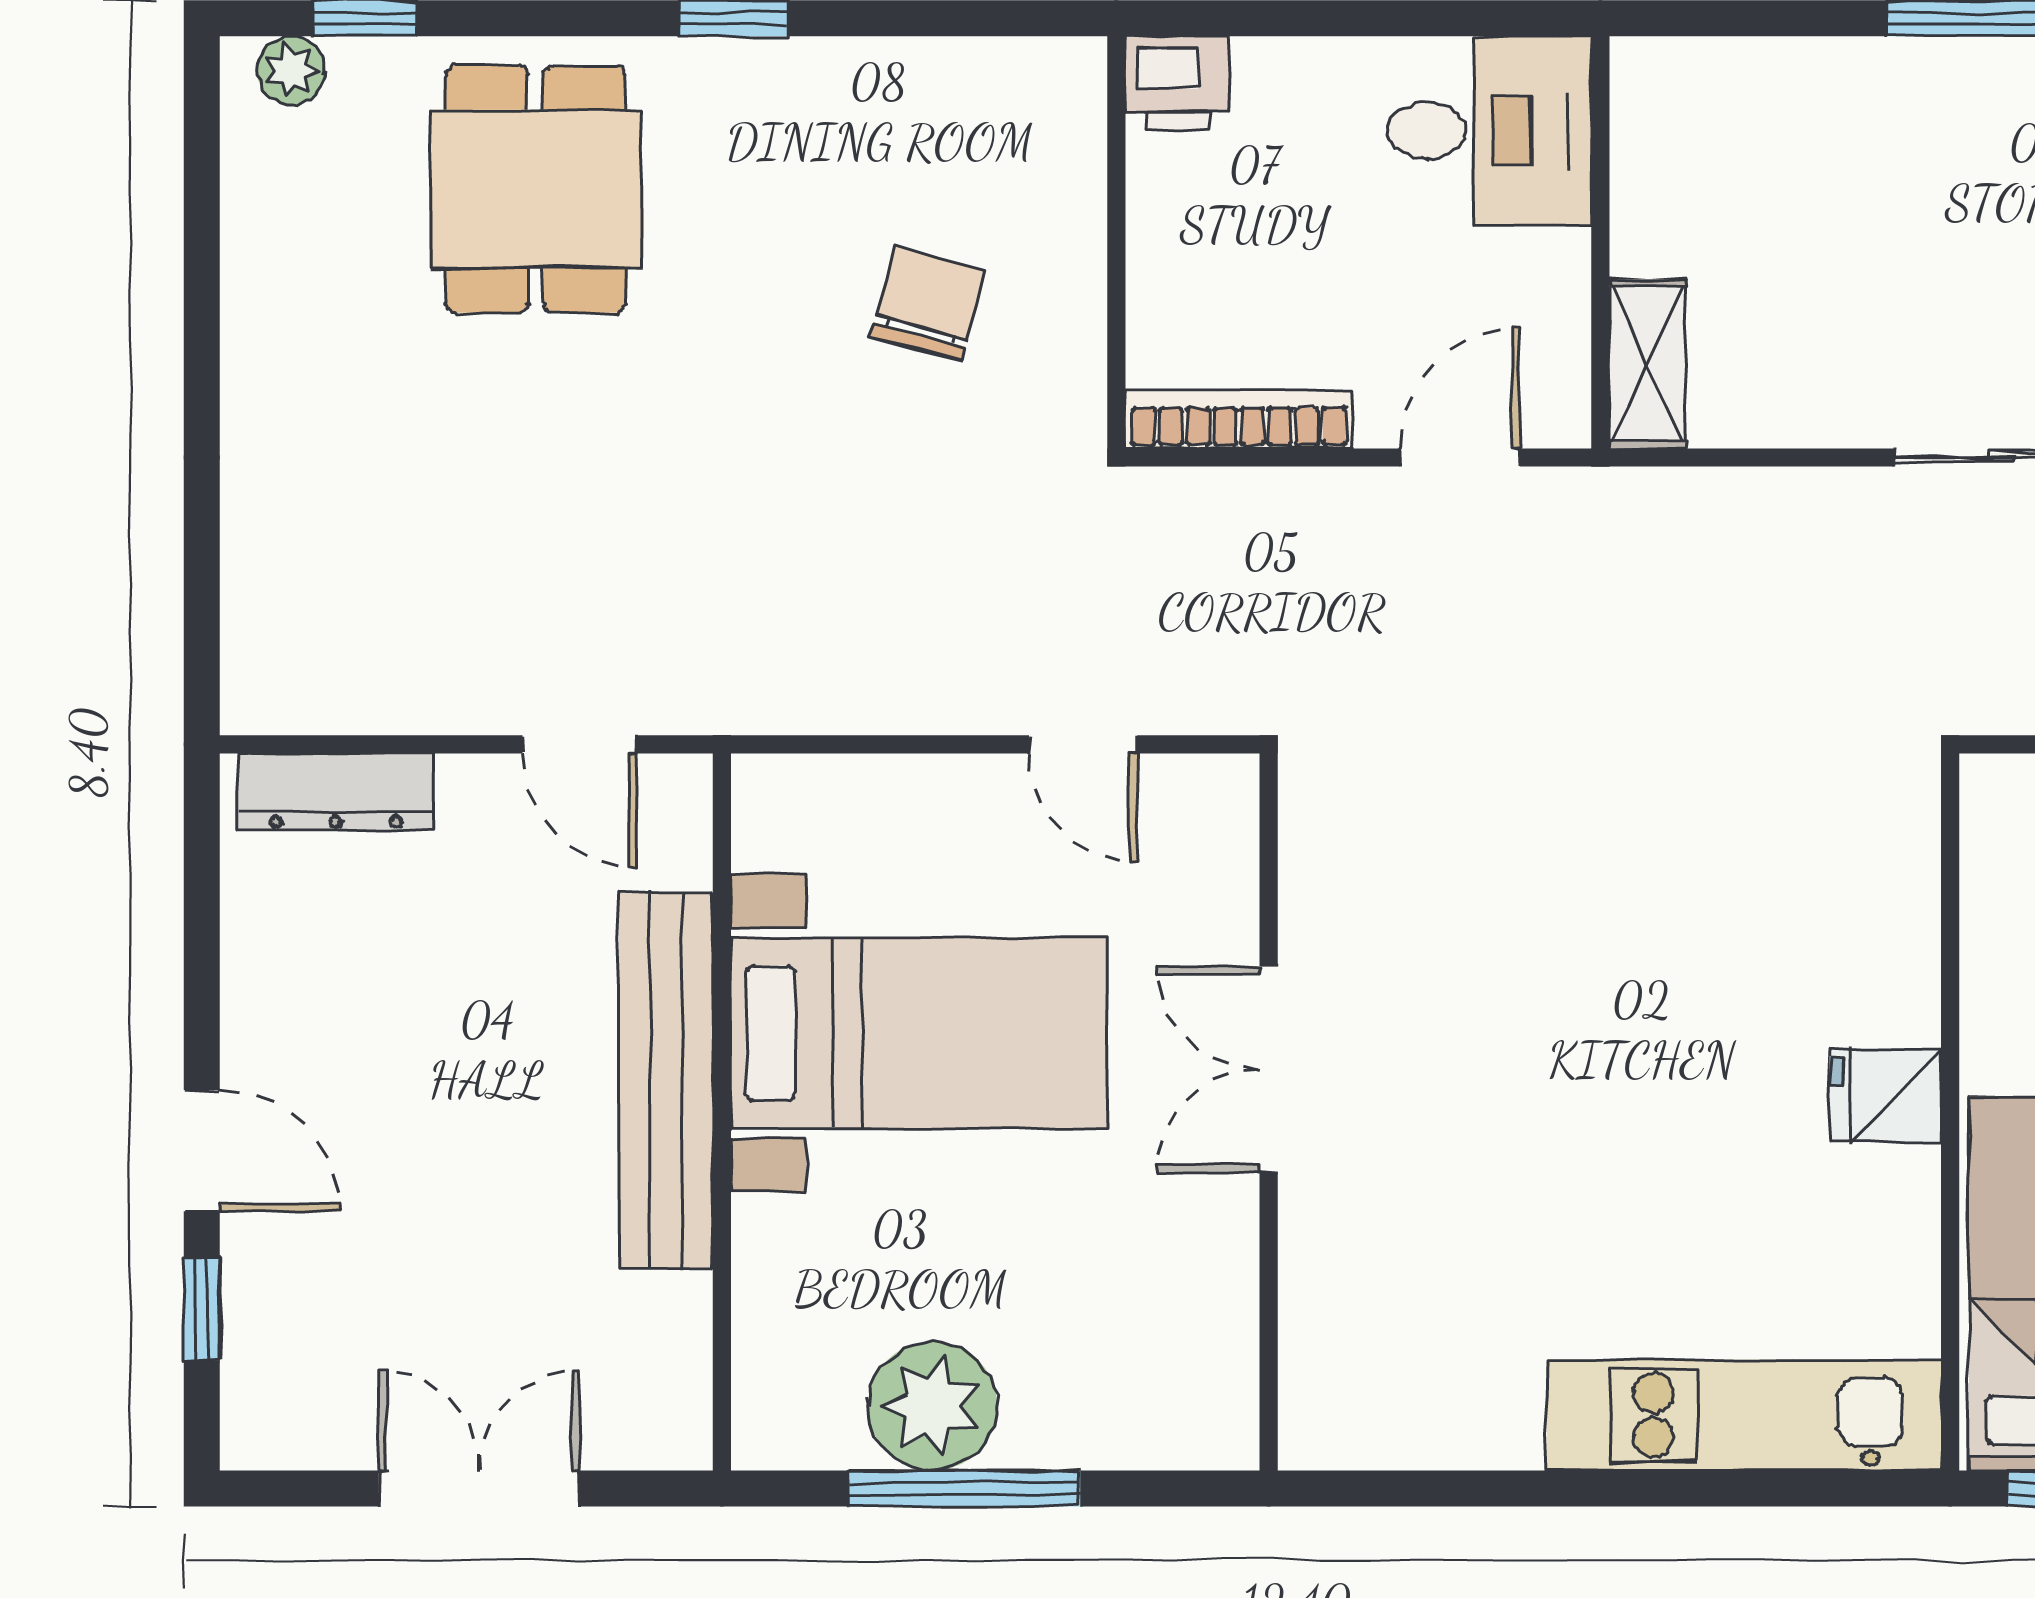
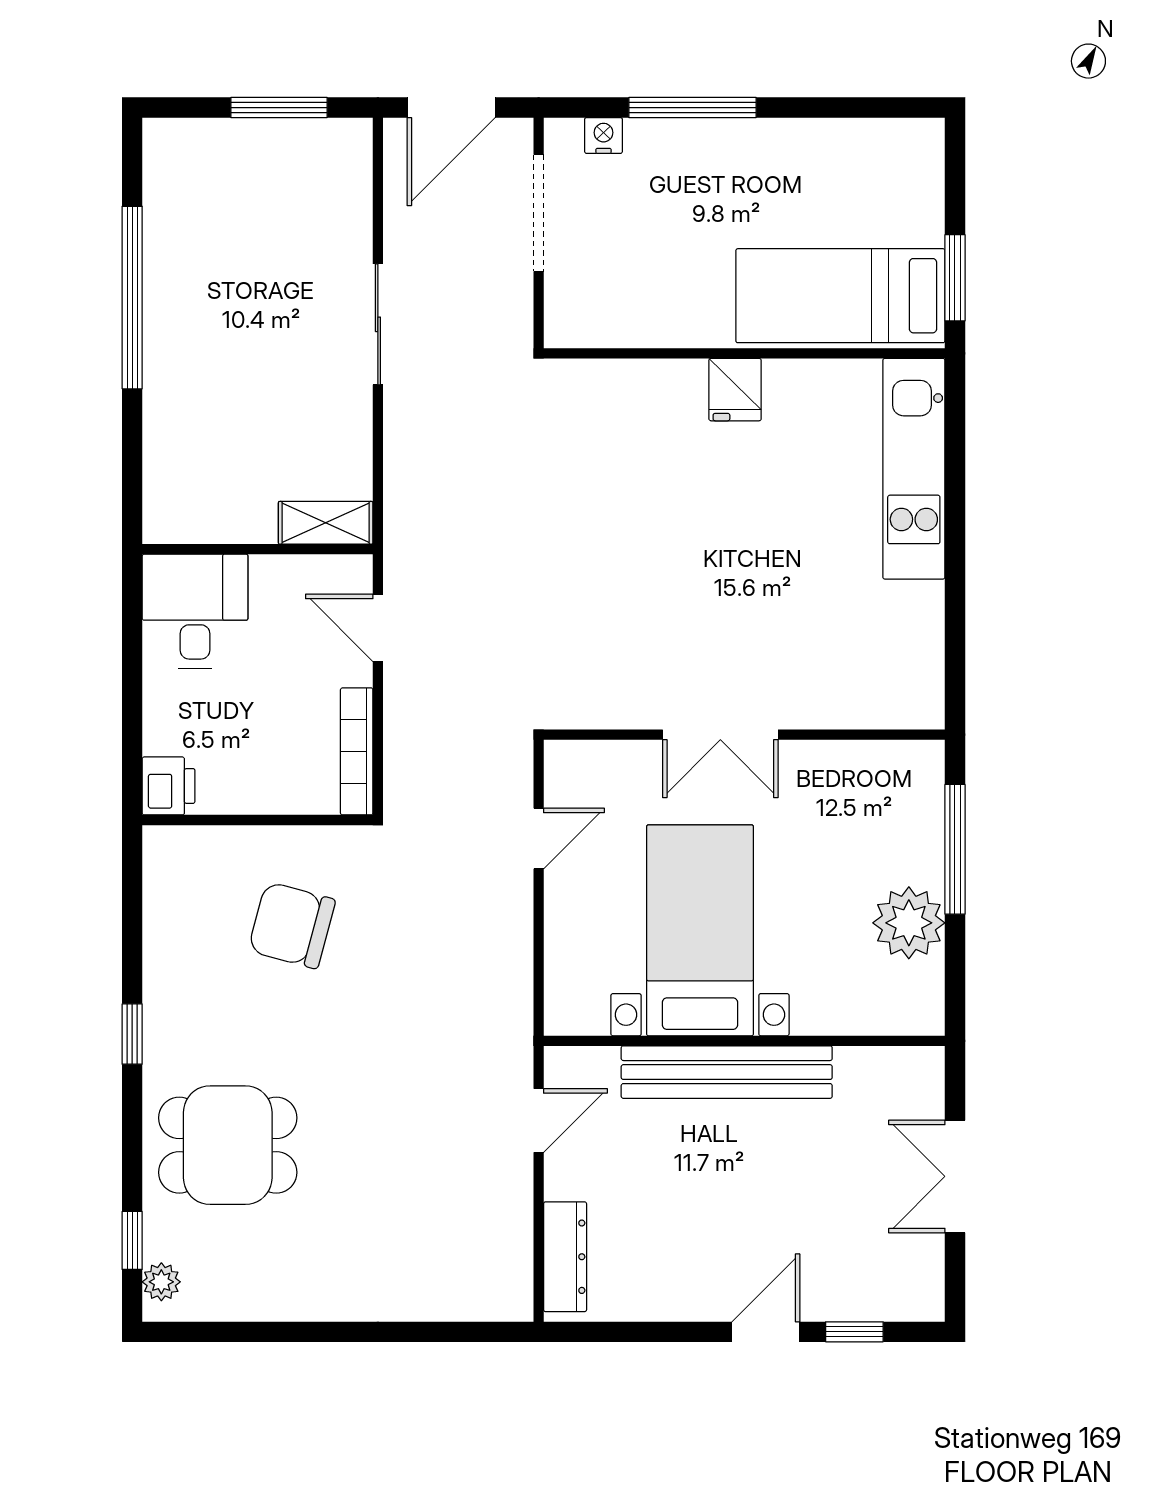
chair: (928, 303) -> (292, 925), width x1.37, depth x1.37
window: (964, 1489) -> (955, 849), moved

